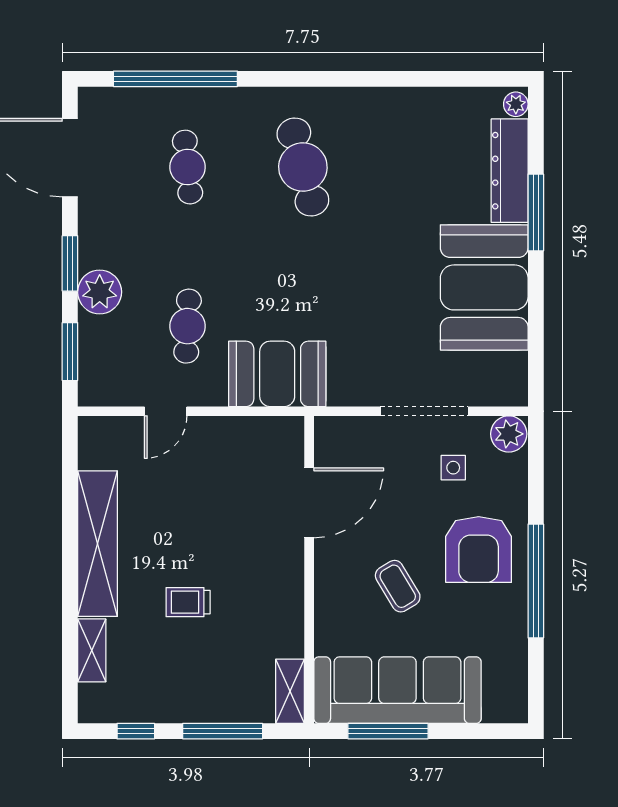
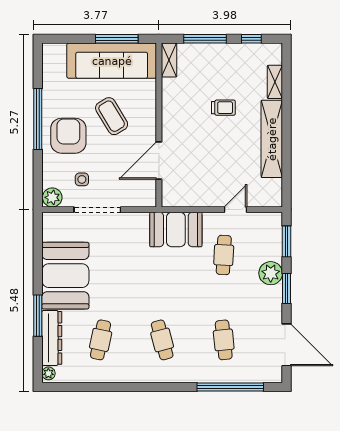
cafe table: (303, 167) -> (162, 340), width x0.73, depth x0.74
cafe table: (418, 167) -> (101, 340), added
coffee table: (398, 586) -> (112, 116), width x1.36, depth x1.30

